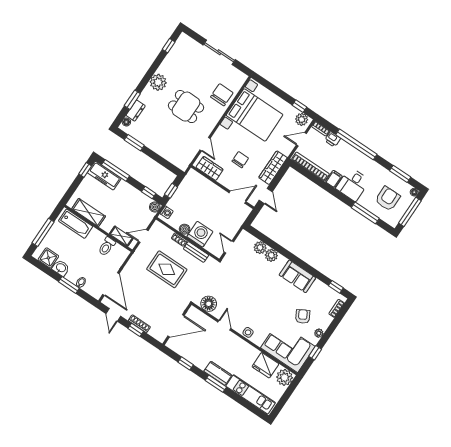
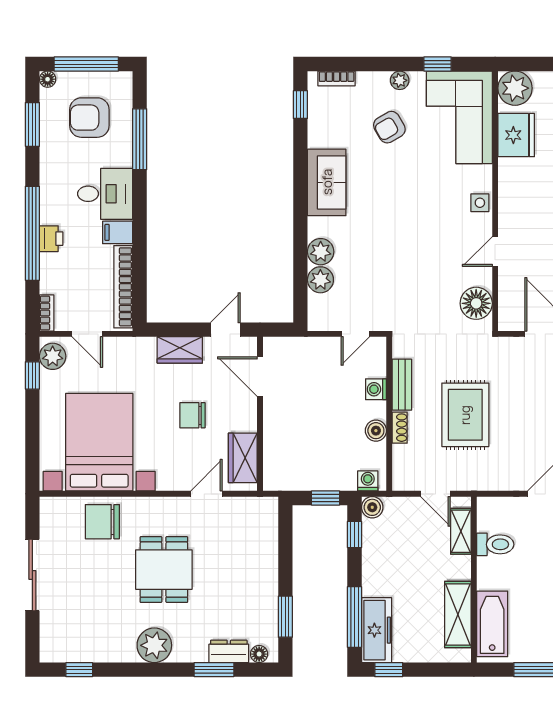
printer: (333, 139) -> (51, 239), moved
wardrobe: (273, 168) -> (180, 350), width x0.67
washing machine: (200, 234) -> (376, 389), width x0.53, depth x0.53

